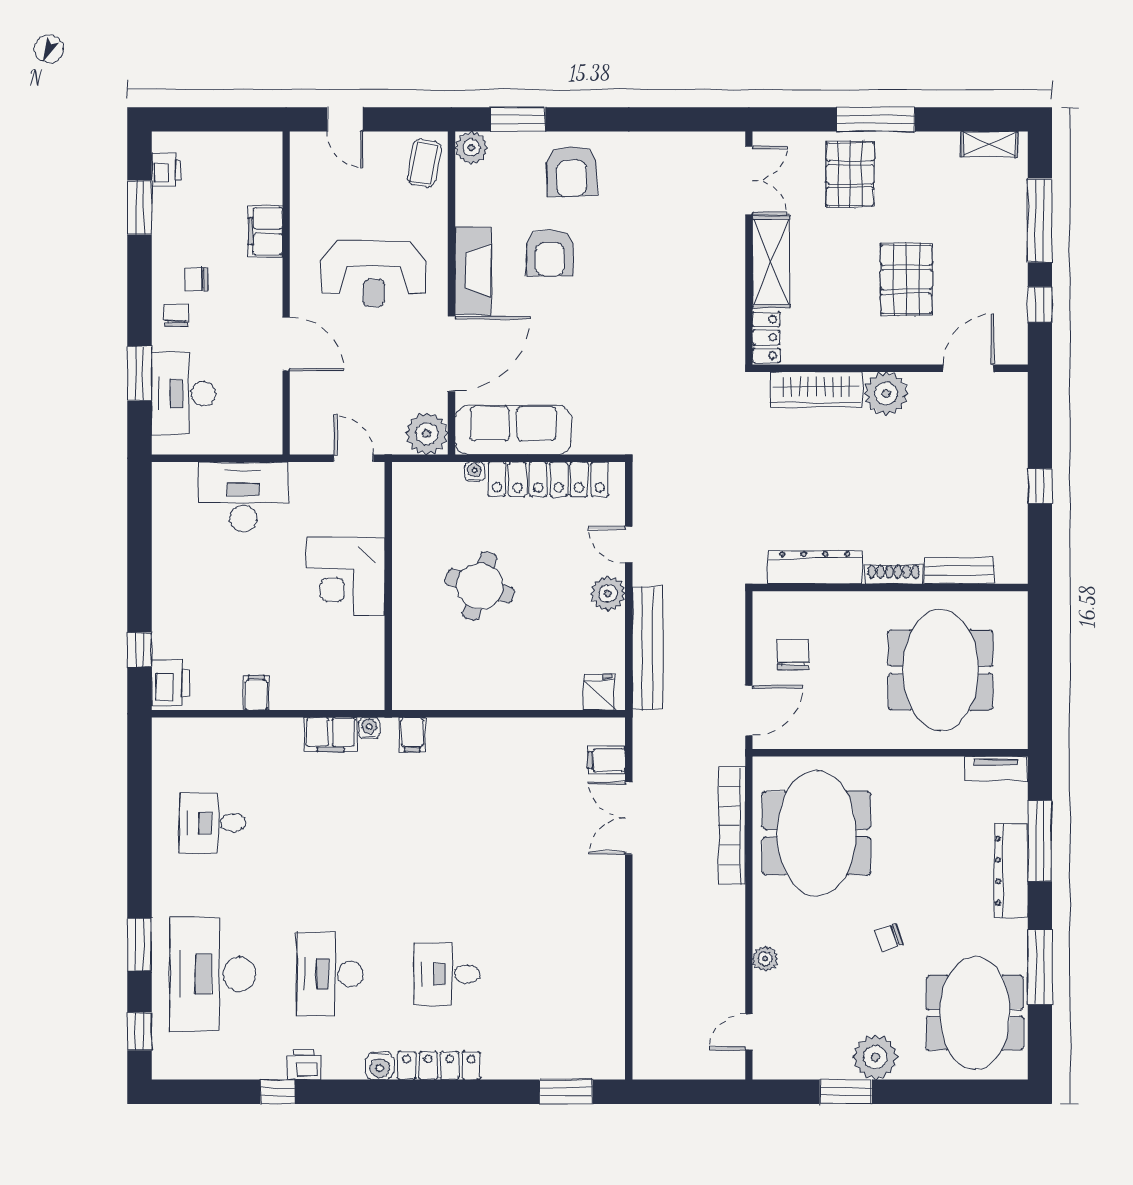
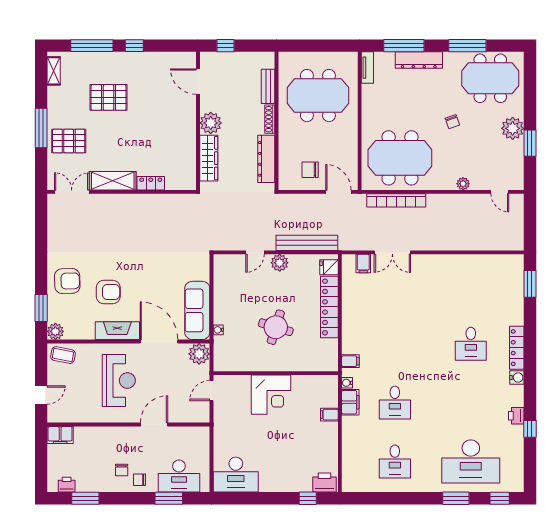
filing cabinet: (265, 231) -> (60, 435), moved
pallet: (906, 279) -> (108, 97), moved
wall: (890, 368) -> (198, 121), moved
door: (968, 368) -> (198, 82), moved
wardrobe: (816, 389) -> (209, 158), moved
plant: (886, 393) -> (211, 123), moved
locker: (548, 479) -> (329, 307), moved, turned 180
desk: (243, 497) -> (236, 475), moved, turned -90
filing cabinet: (256, 693) -> (329, 415), moved
desk: (330, 974) -> (395, 403), moved, width x0.73

